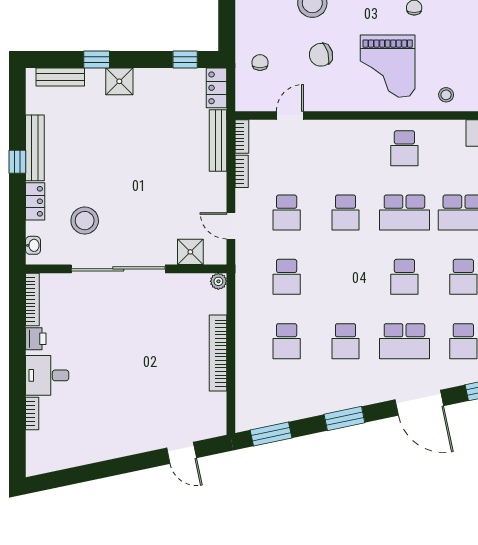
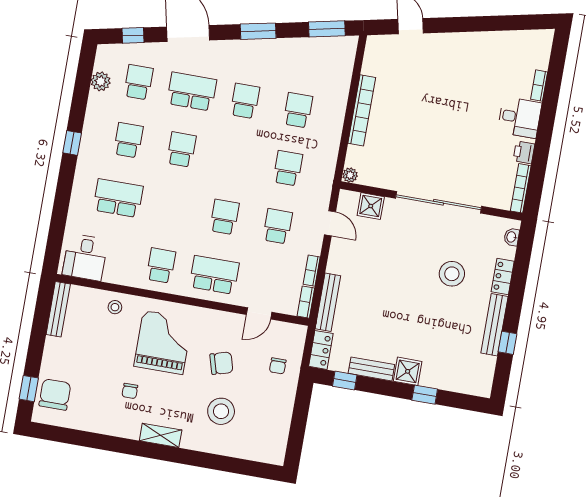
bench: (60, 77) -> (371, 369), moved
window: (17, 162) -> (508, 343), moved
school desk: (404, 213) -> (214, 275), moved
stool: (85, 221) -> (452, 274), moved

